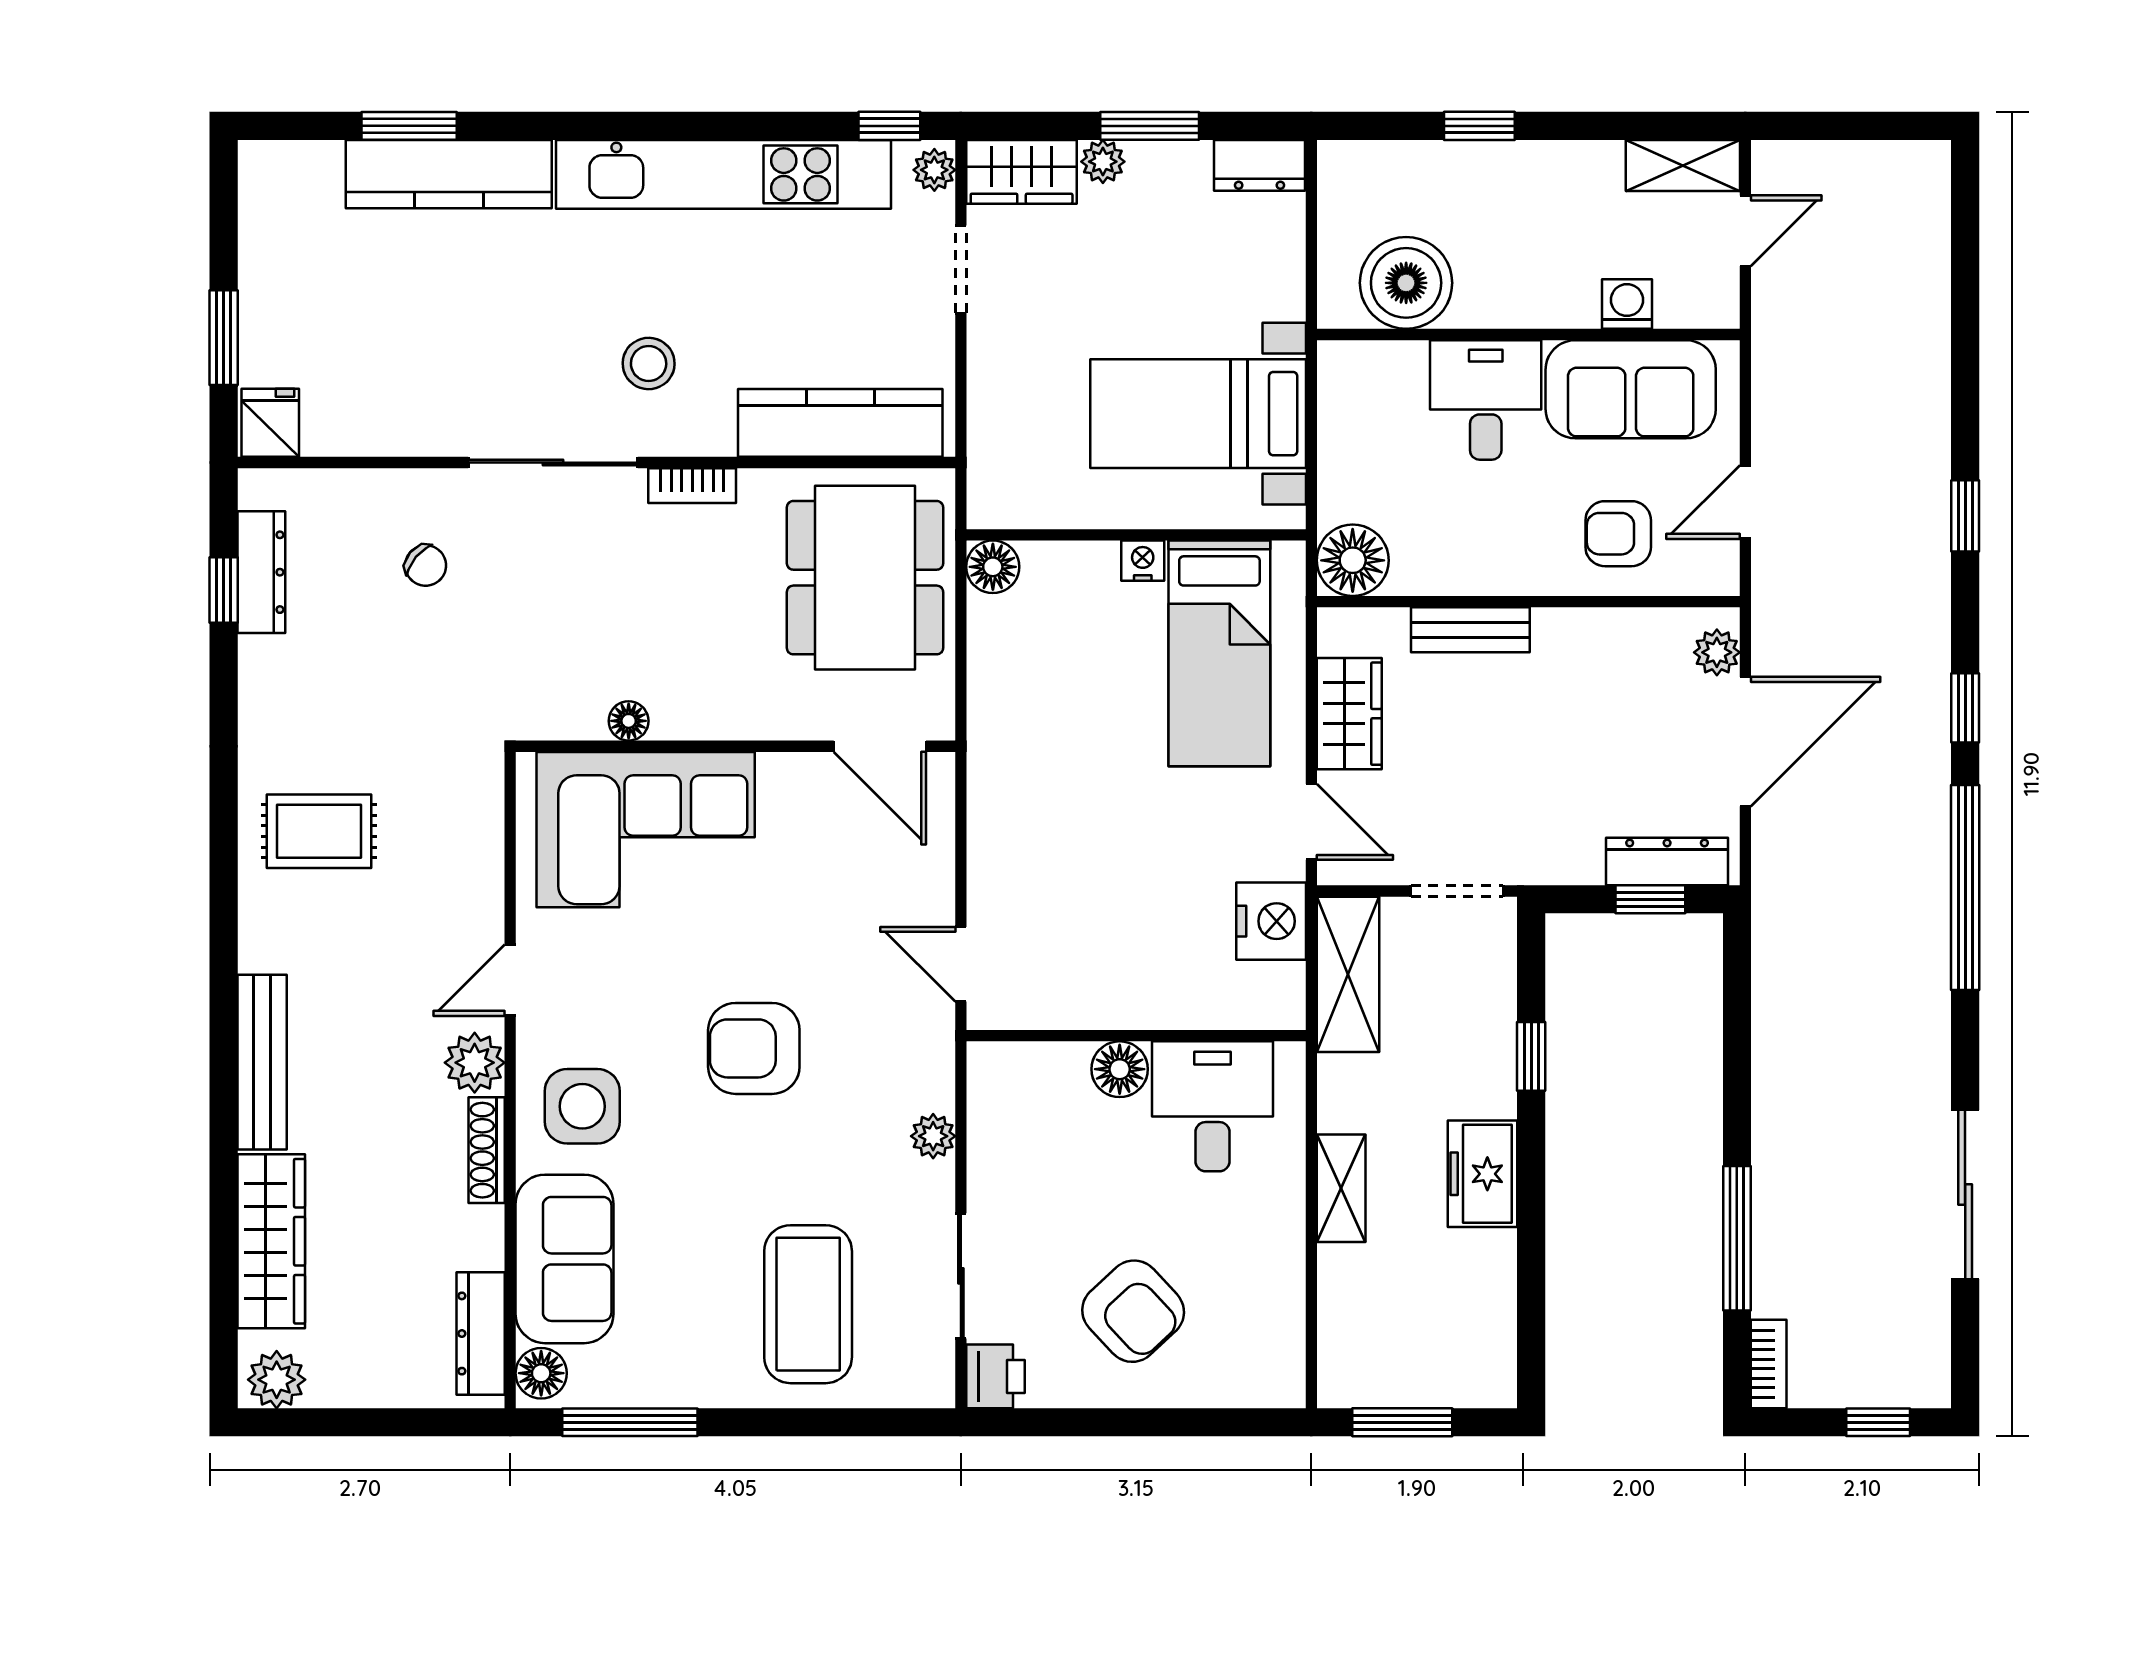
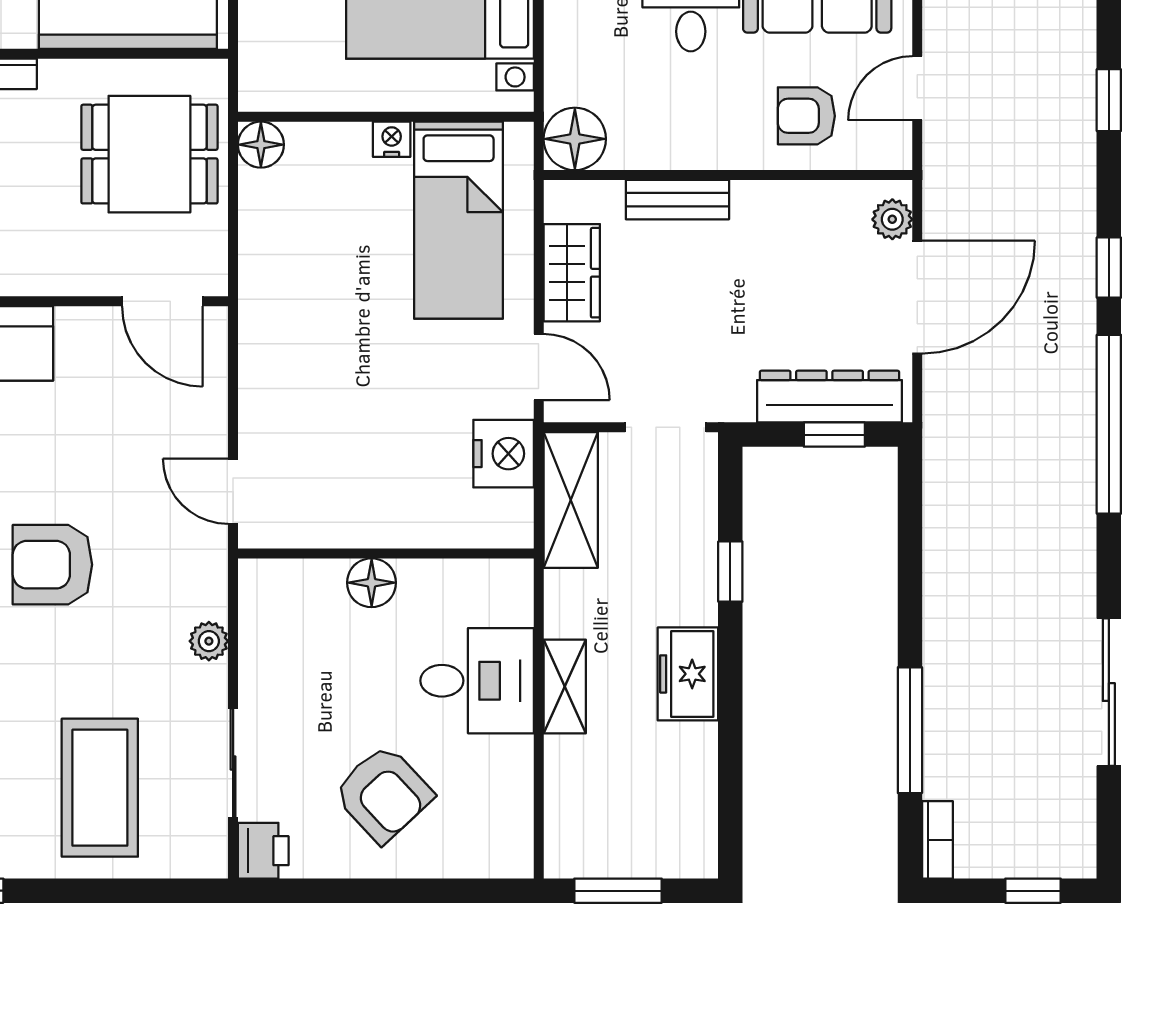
dining table: (865, 578) -> (149, 154), width x0.73
dresser: (1667, 862) -> (830, 397), width x1.37, depth x1.24
desk: (1212, 1106) -> (477, 681), moved, turned 90

